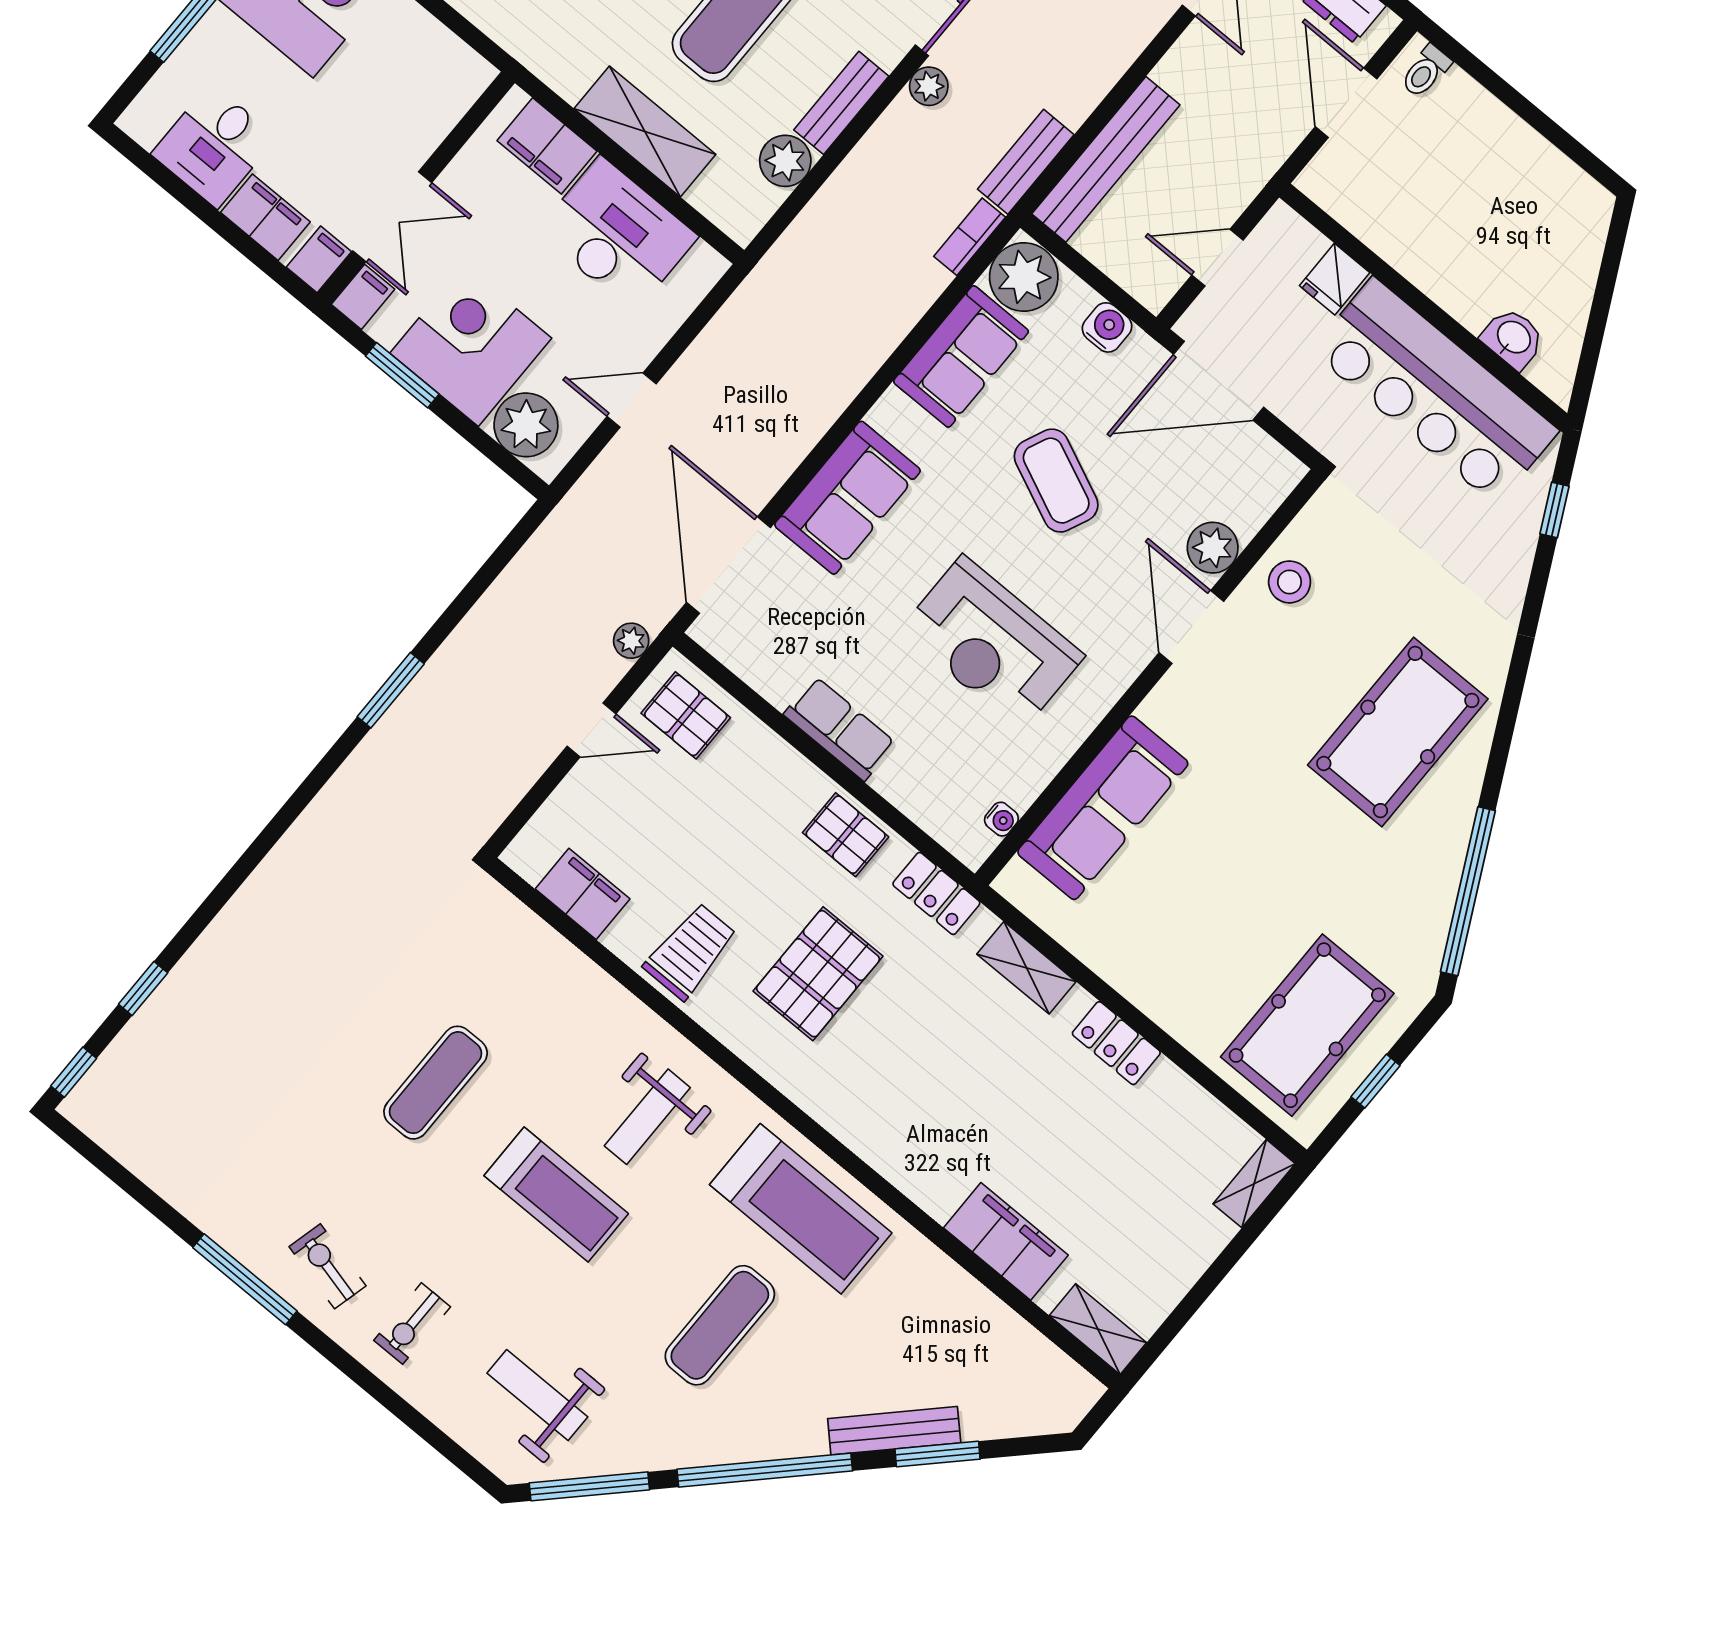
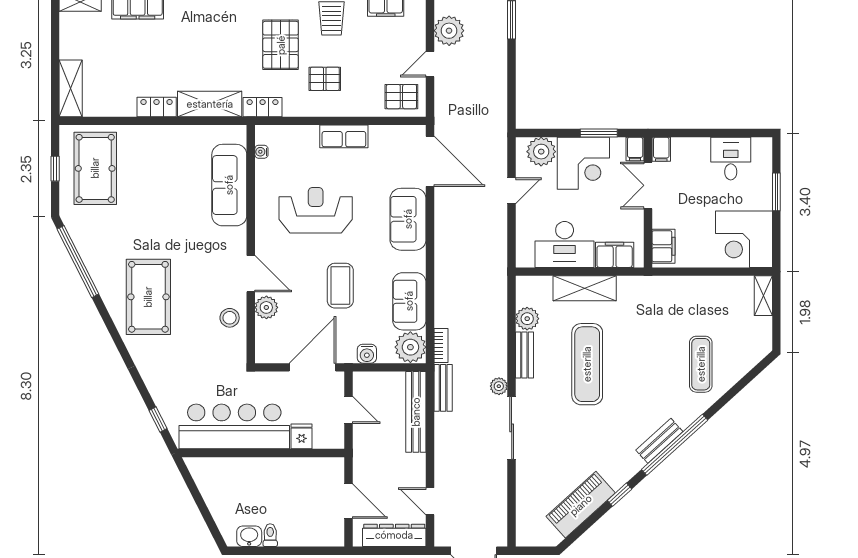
toilet: (1426, 71) -> (270, 535), moved
filing cabinet: (265, 217) -> (664, 246), moved, turned -90
door: (1217, 258) -> (349, 410), hinge flipped
washbasin: (1513, 338) -> (249, 536), moved, turned 180
coffee table: (1056, 481) -> (340, 286), turned 66
plant: (631, 641) -> (449, 31), moved, width x1.88, depth x1.88
pallet: (846, 835) -> (325, 79), moved
shelving: (1026, 968) -> (210, 104), width x1.50, depth x1.33
shelving: (1254, 1184) -> (71, 88), width x1.50, depth x1.33

